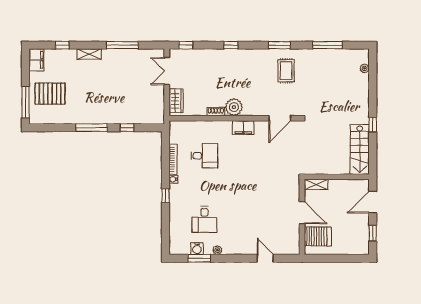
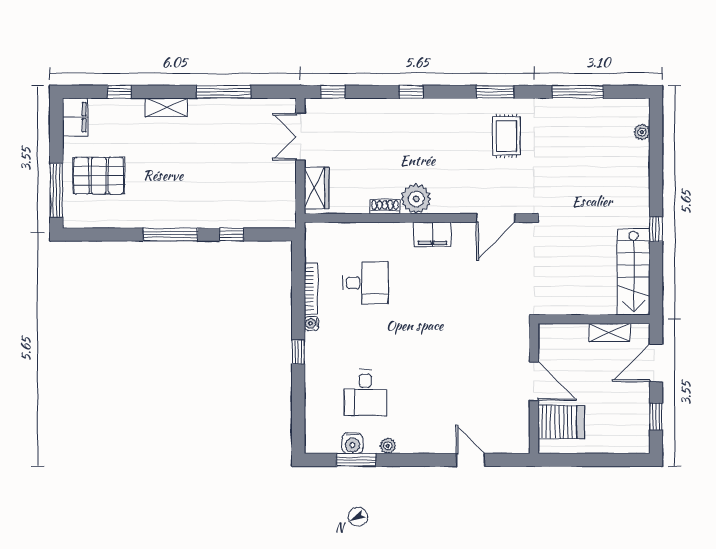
shelving: (316, 185) -> (610, 333), moved

